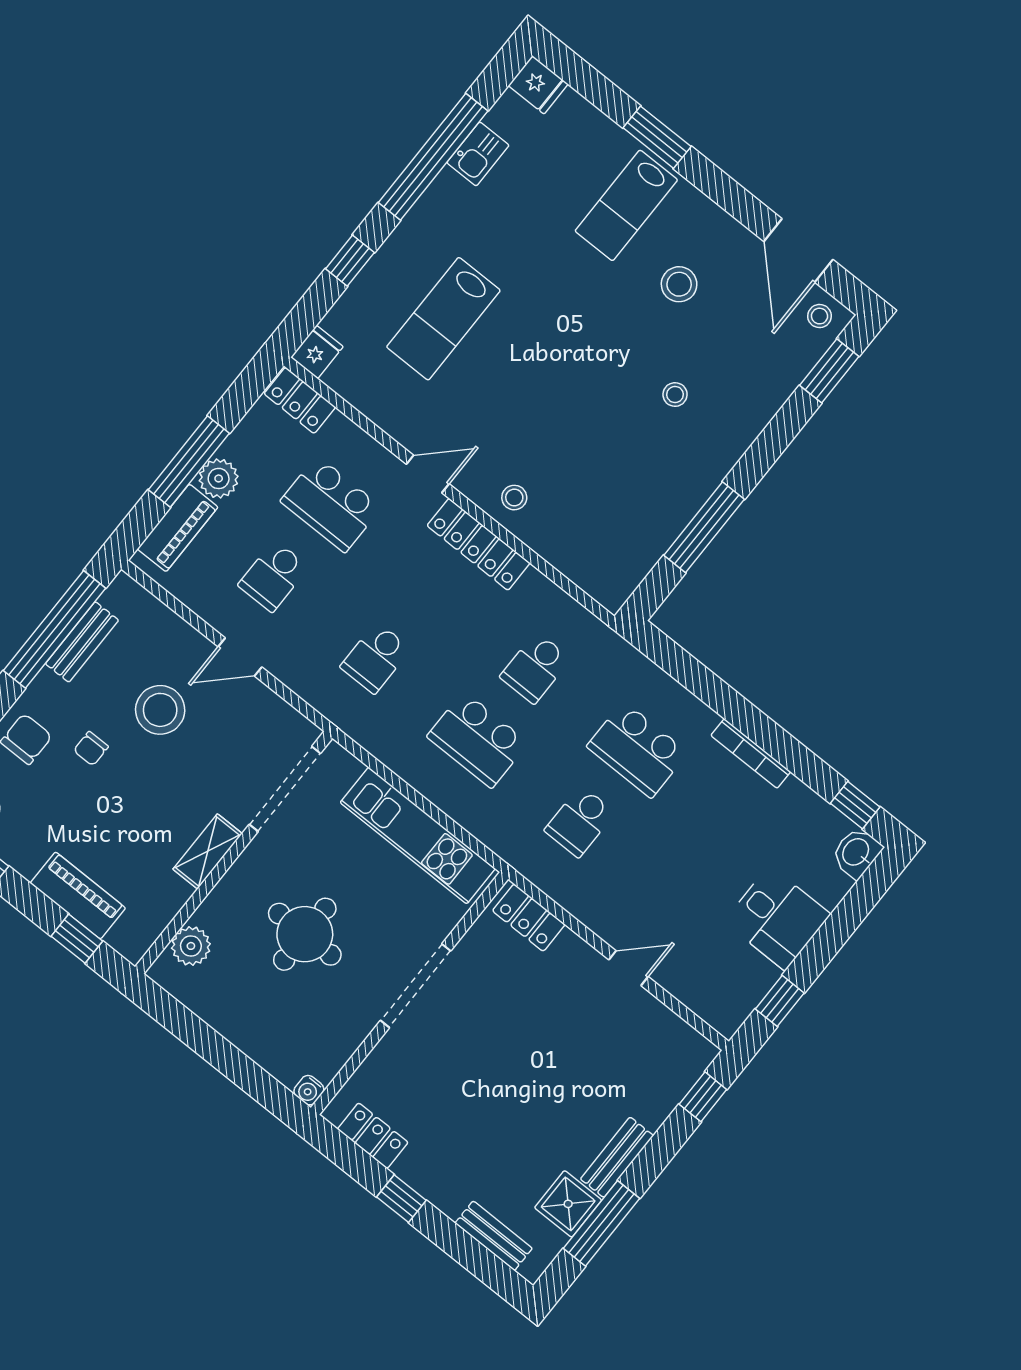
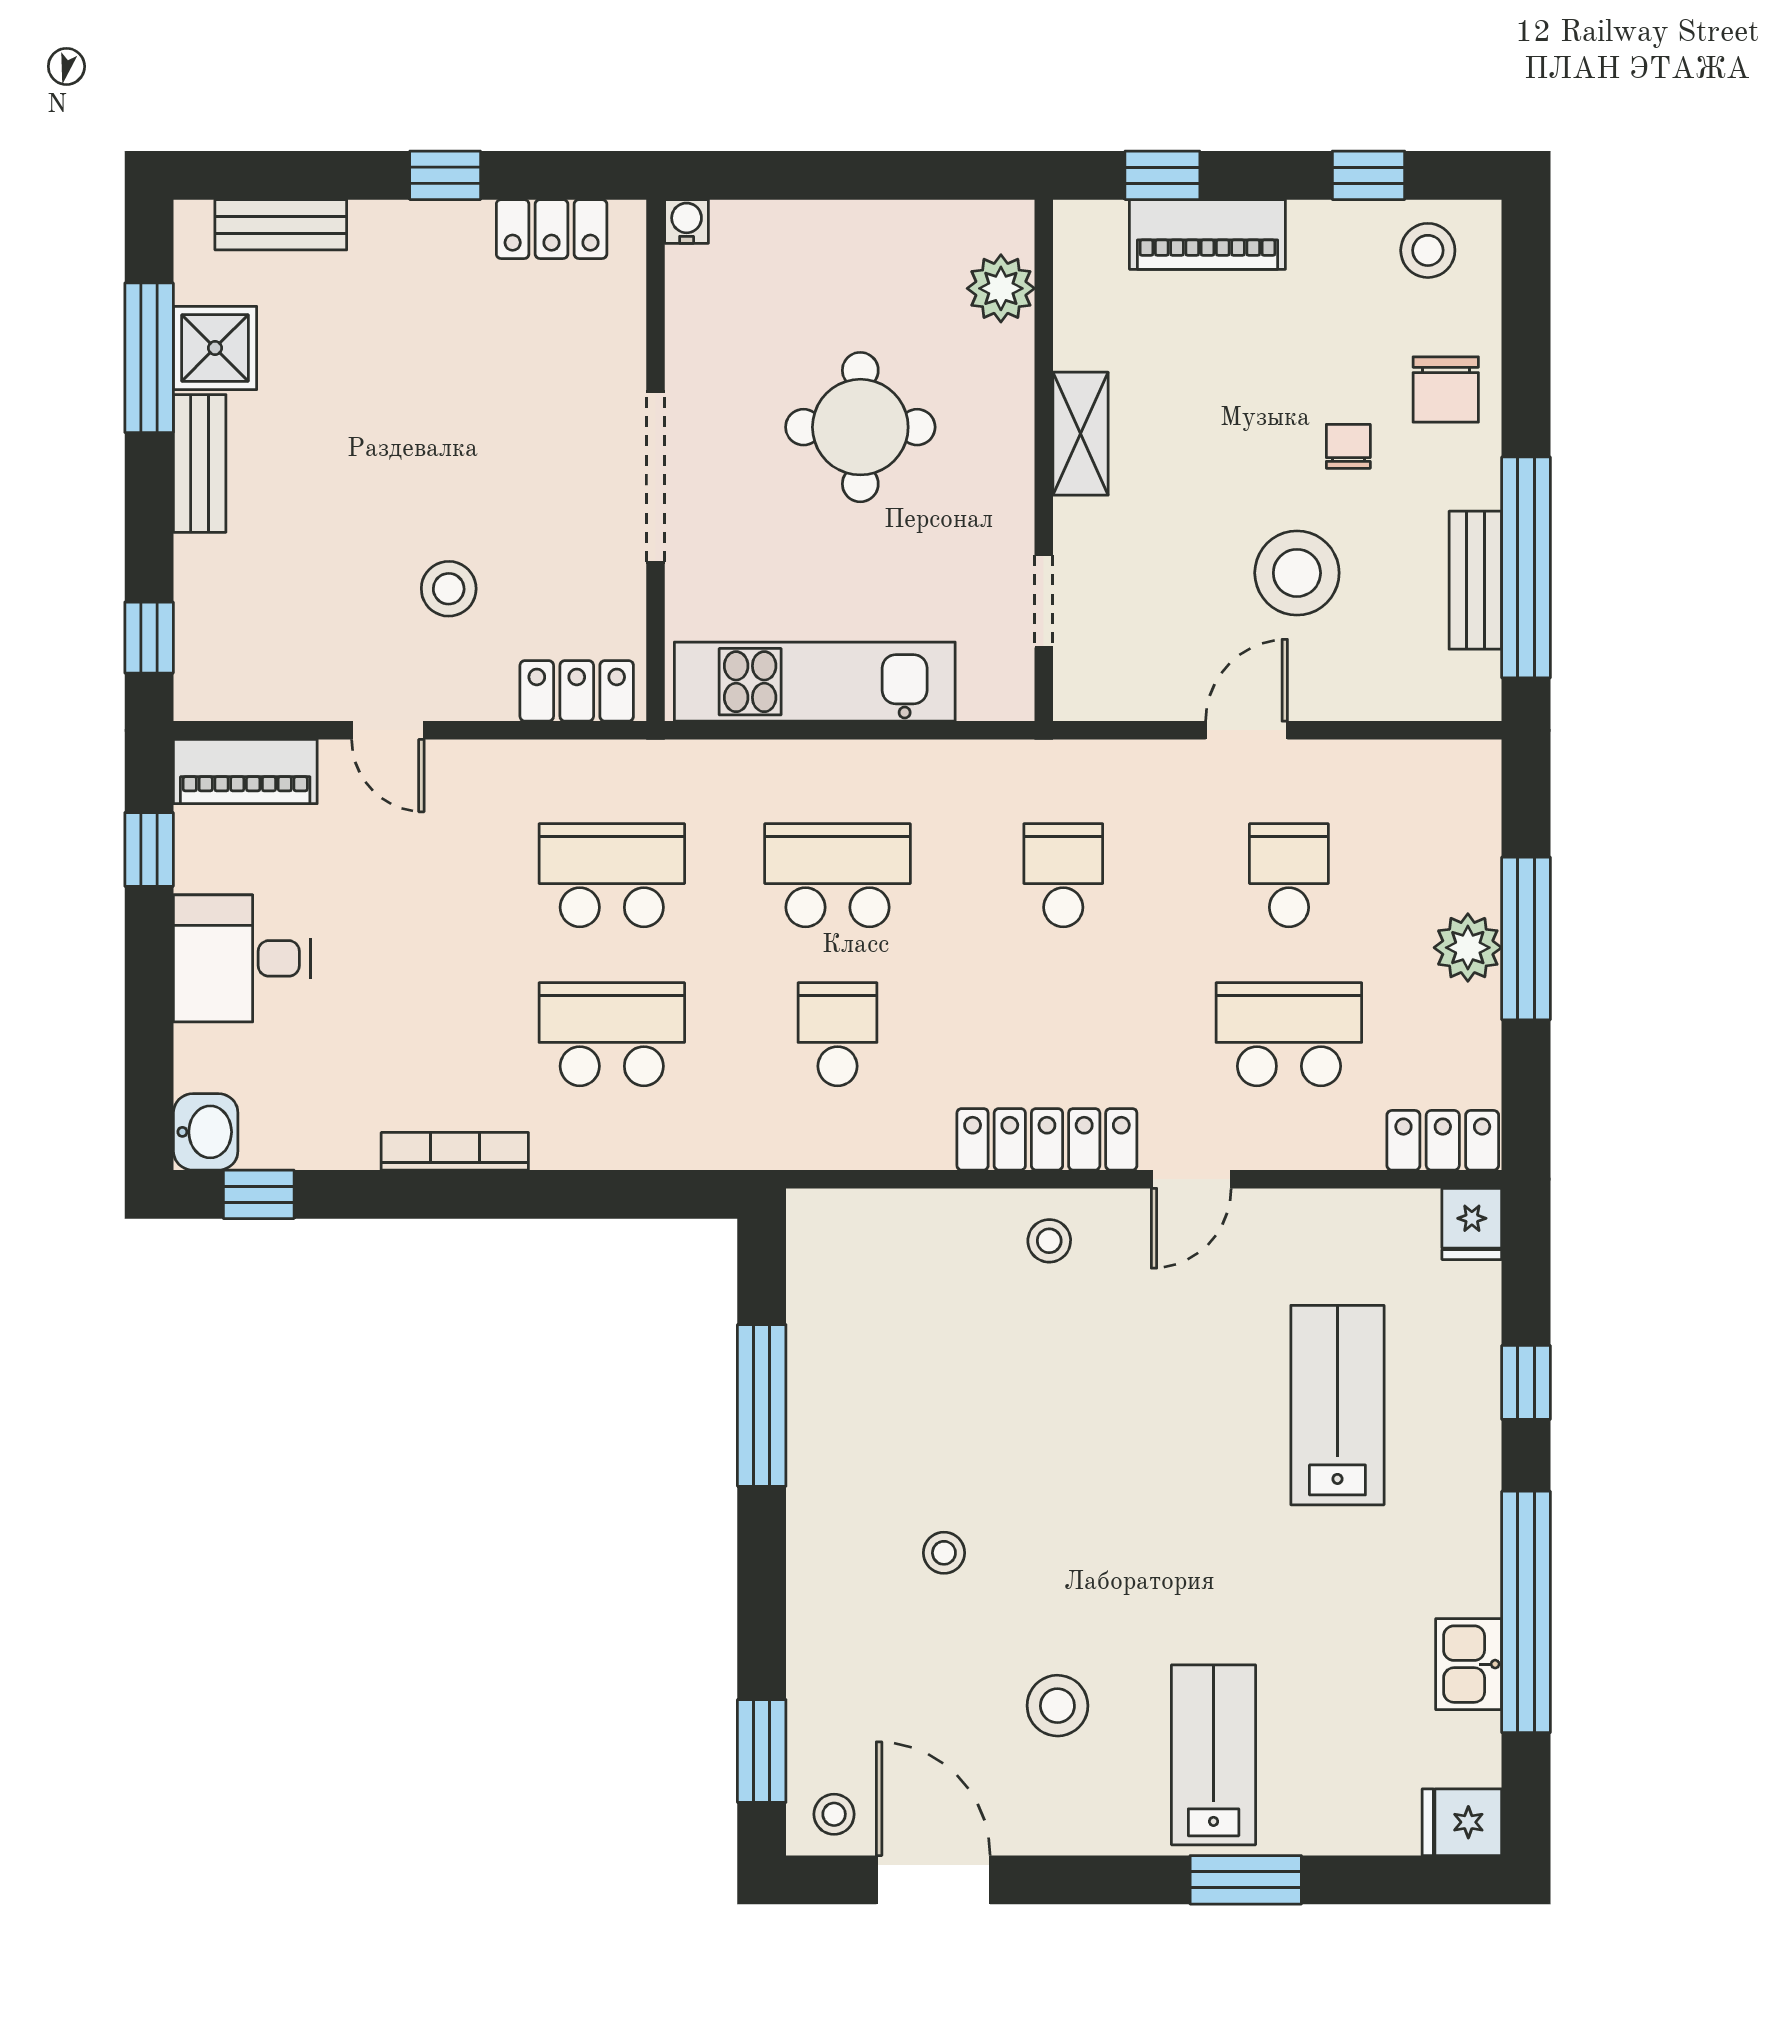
piano: (178, 528) -> (245, 772), moved, turned -90
doorway: (285, 789) -> (1044, 601), width x0.53
school desk: (580, 821) -> (612, 875), width x1.85
door: (628, 968) -> (388, 730), hinge flipped
stool: (550, 1010) -> (449, 589), added

